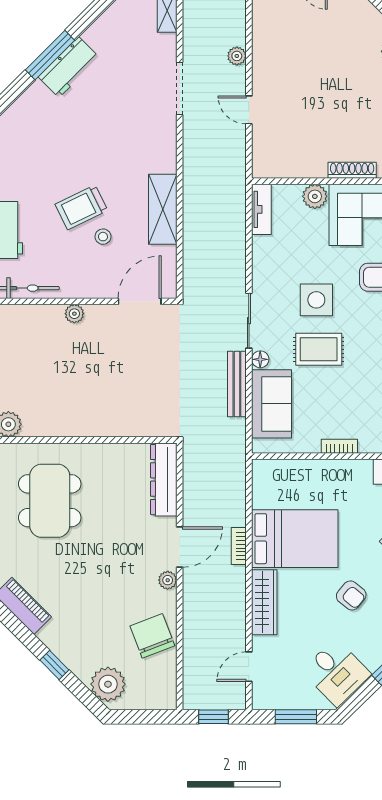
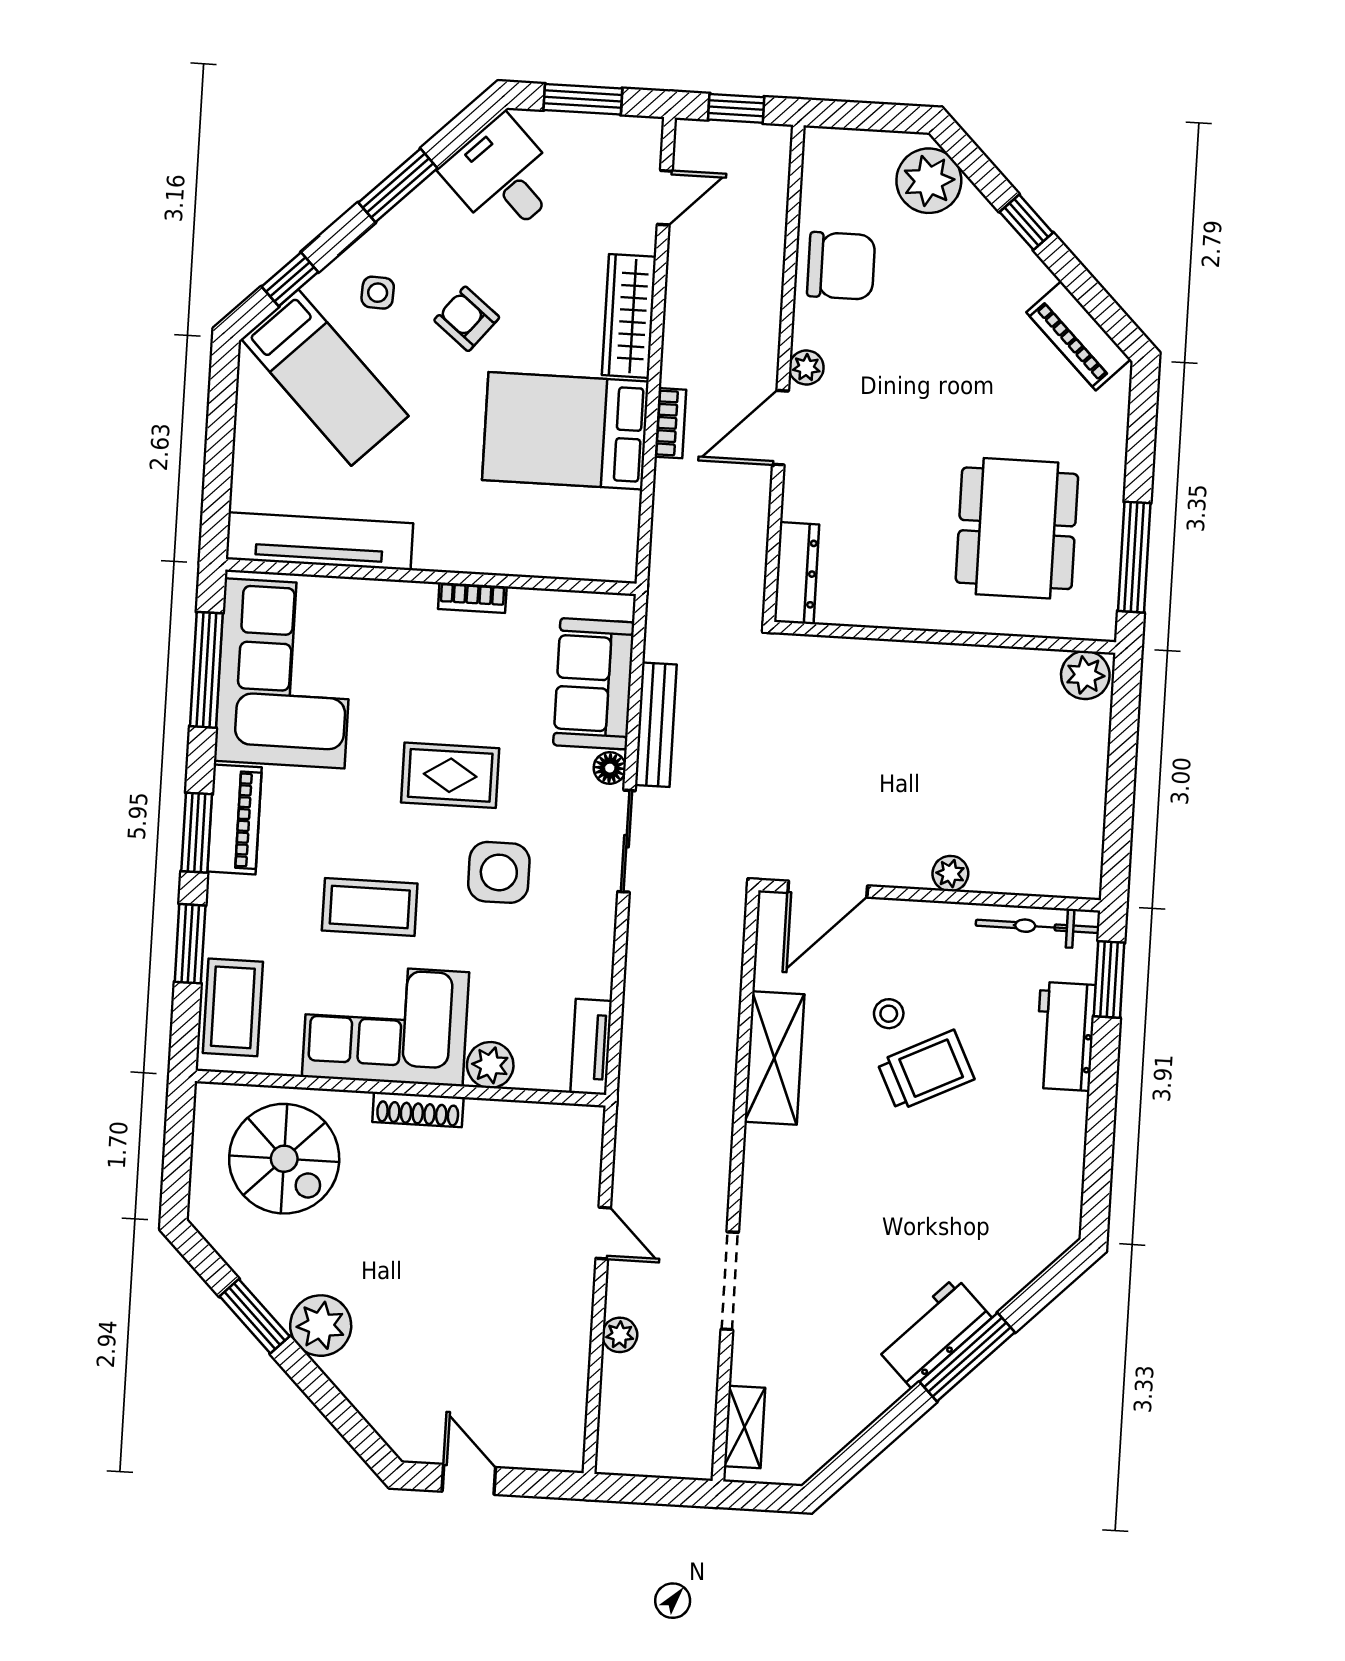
rug: (319, 349) -> (450, 775), moved
dresser: (164, 480) -> (797, 573), width x0.73, depth x0.80
chair: (152, 636) -> (841, 266), turned -69

